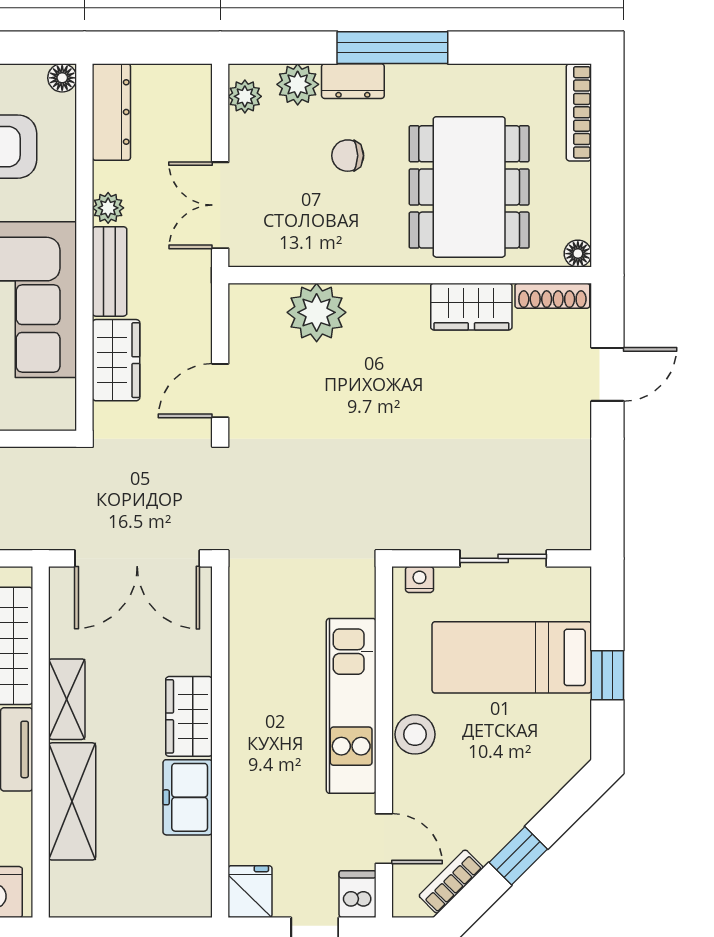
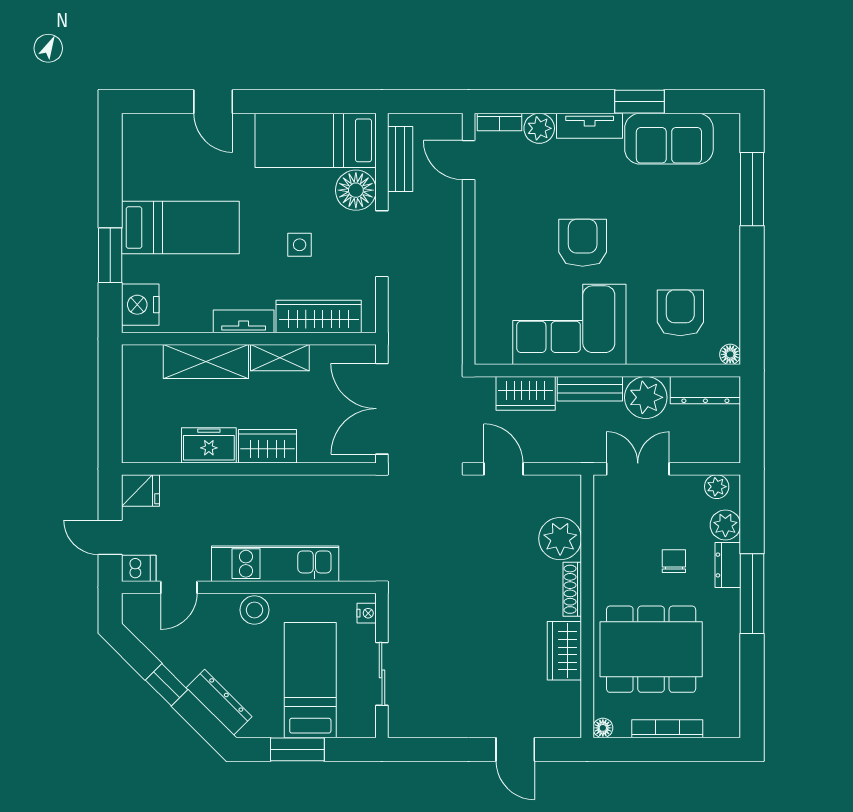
bookcase: (579, 112) -> (667, 729), moved
plant: (108, 208) -> (646, 397), width x1.87, depth x1.87
shoe rack: (552, 296) -> (572, 589), moved
window: (607, 675) -> (297, 749), width x1.50
dresser: (542, 783) -> (219, 702), added
bookcase: (451, 882) -> (148, 636), removed

